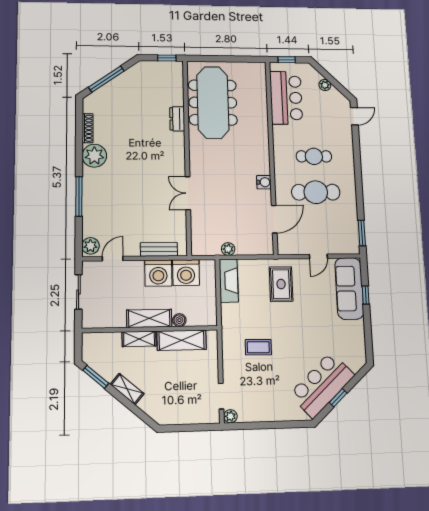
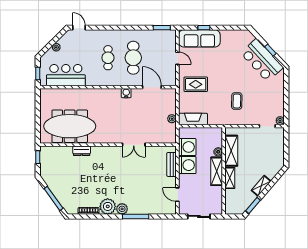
plant: (90, 246) -> (122, 209), moved

